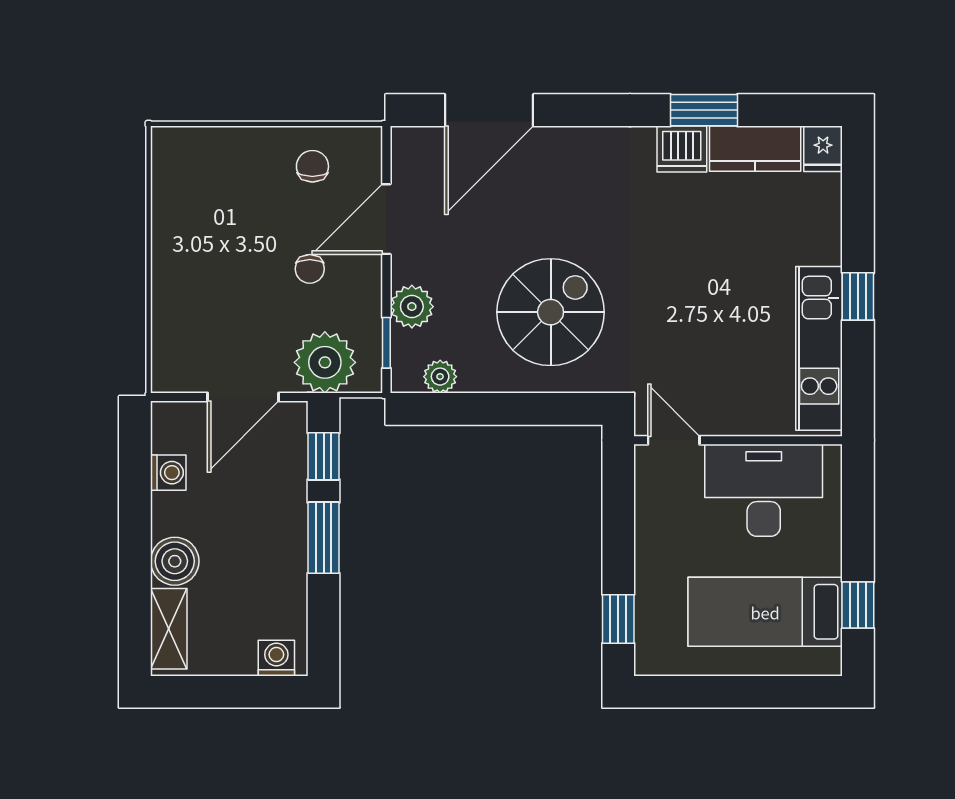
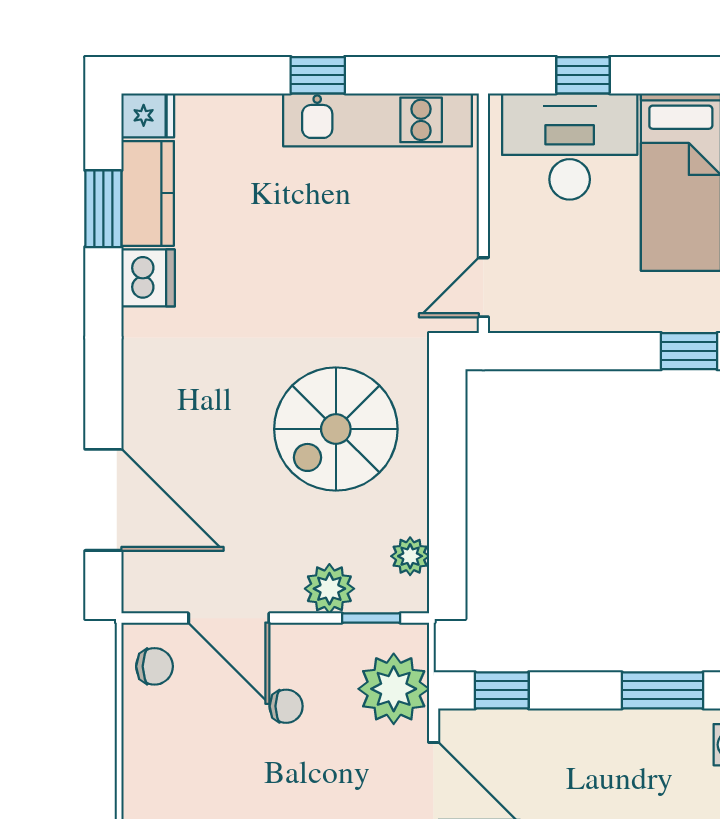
window: (704, 110) -> (103, 209), moved
chair: (312, 166) -> (154, 666), moved, turned 180
spiral stairs: (551, 312) -> (336, 429), turned -90
desk: (764, 490) -> (570, 146), moved, turned 90
window: (324, 538) -> (663, 690), moved
window: (858, 605) -> (583, 75), moved

